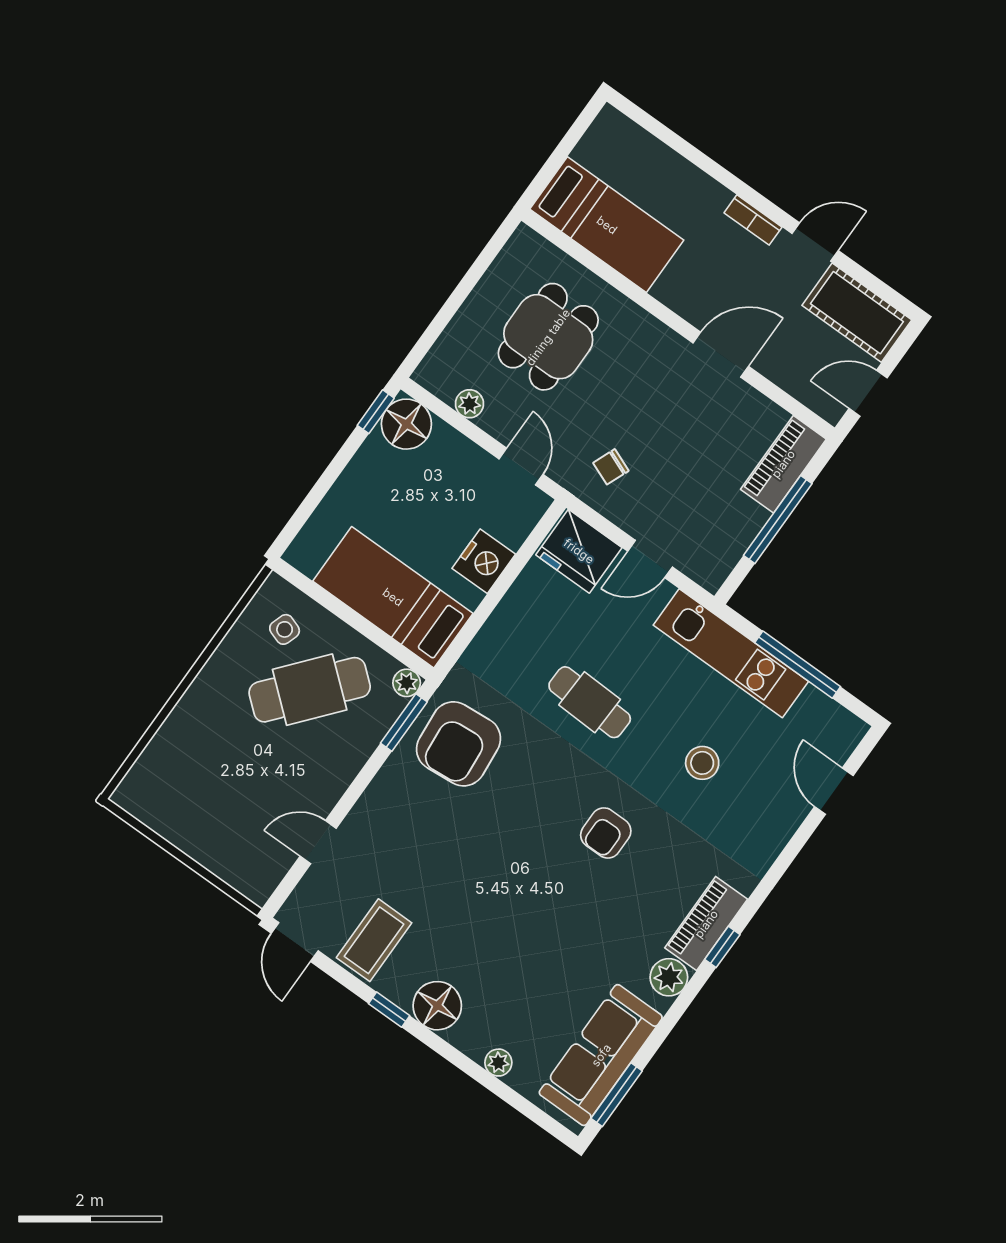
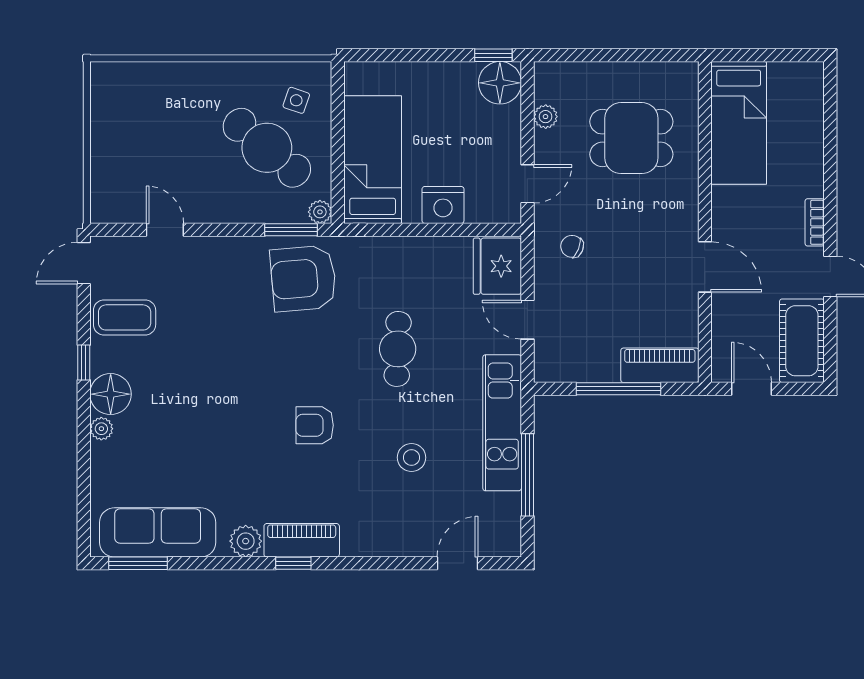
plant: (498, 1063) -> (101, 429), moved

